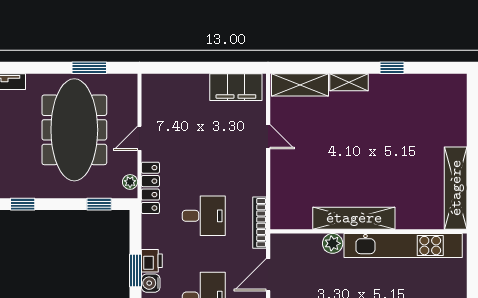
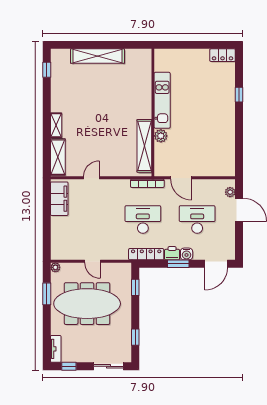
window: (392, 68) -> (47, 70), moved
plant: (130, 182) -> (55, 267), moved
locker: (150, 188) -> (146, 254), moved
shelving: (456, 188) -> (98, 56), moved
desk: (204, 216) -> (143, 220), width x1.37
shelving: (354, 218) -> (144, 146), moved
kitchen unit: (403, 246) -> (162, 100), width x0.73

